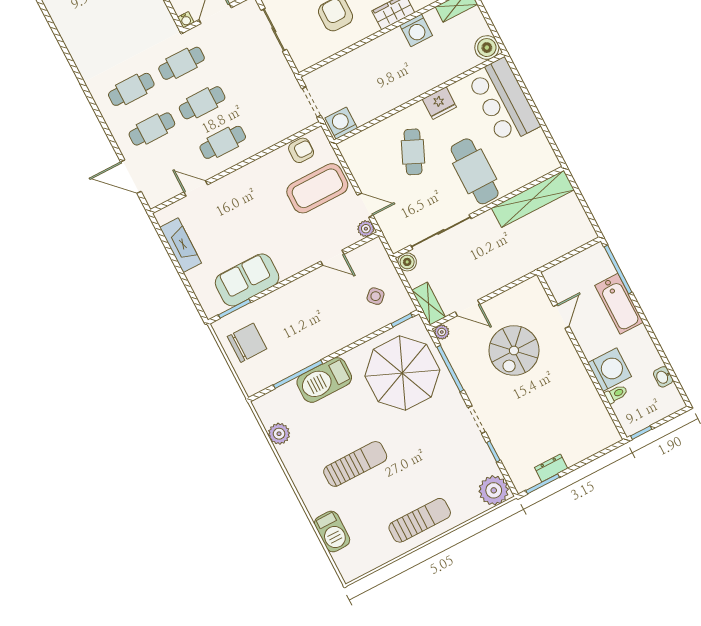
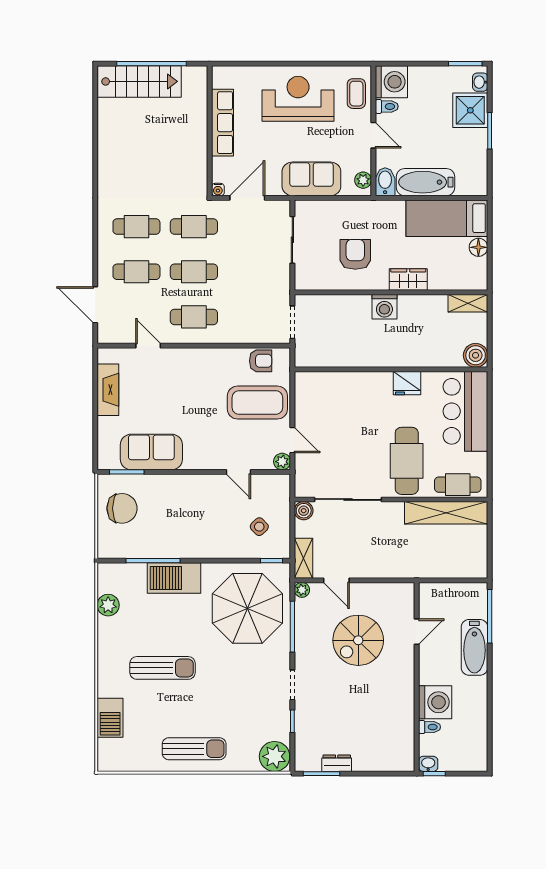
washing machine: (416, 30) -> (384, 307), moved
washing machine: (341, 123) -> (309, 355), removed
cafe table: (413, 152) -> (458, 485), moved, turned 66
washbasin: (663, 377) -> (428, 764), moved, turned 90

